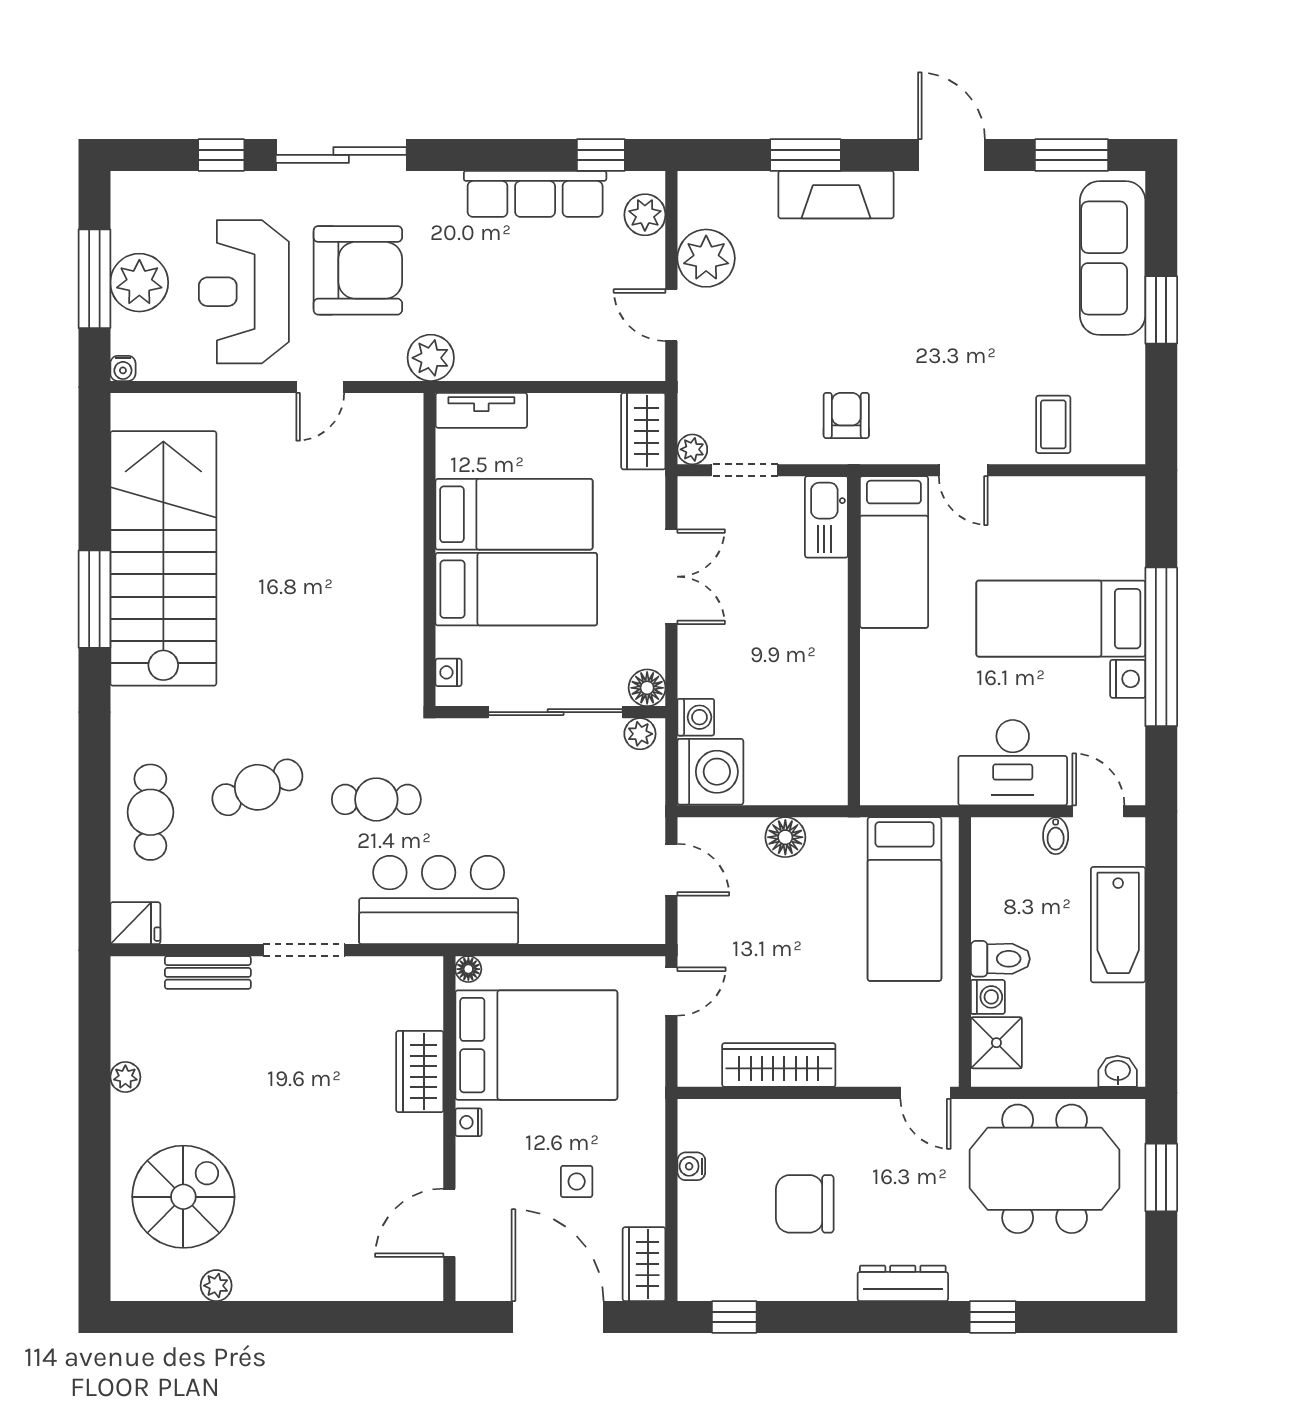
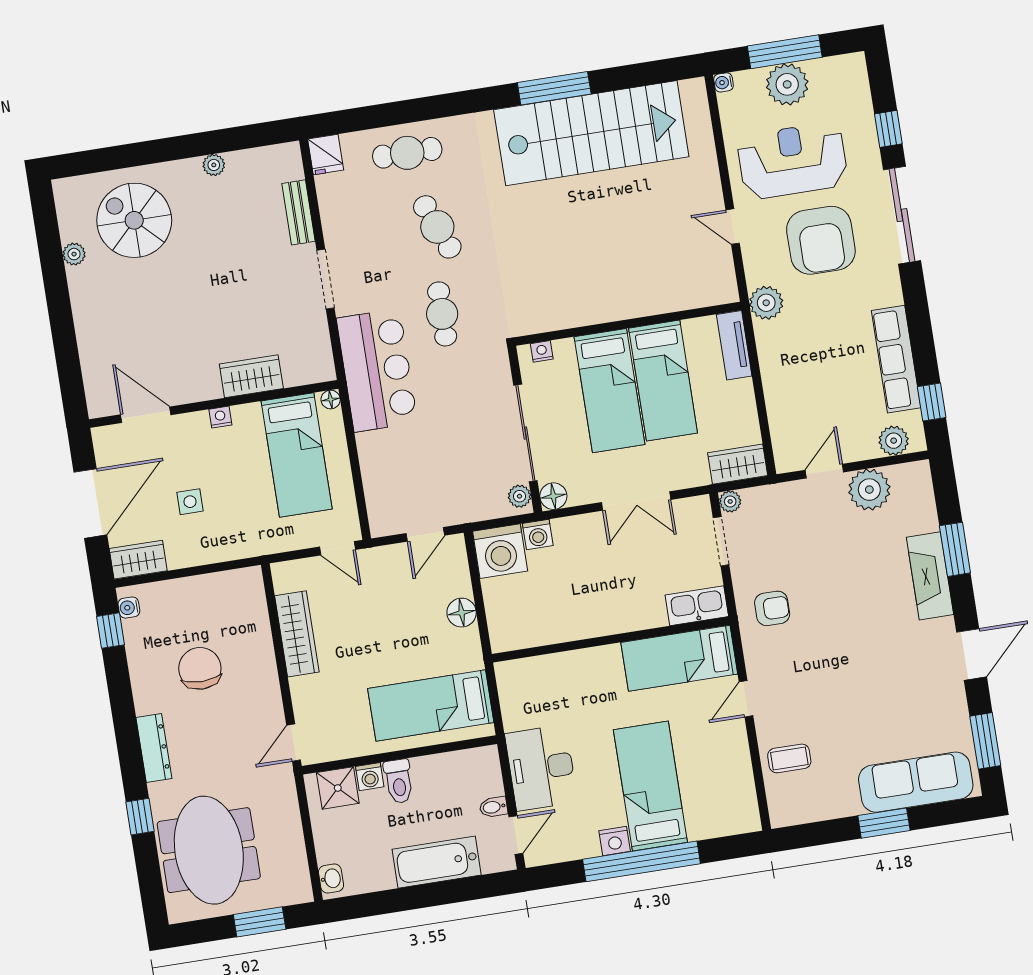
bed: (536, 1045) -> (297, 455), width x0.67
water cooler: (691, 1166) -> (129, 608), moved, turned -90
meeting table: (1045, 1169) -> (209, 850), moved
spiral stairs: (183, 1197) -> (134, 220), turned 180

